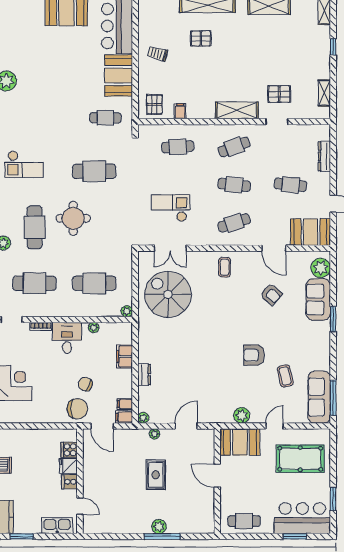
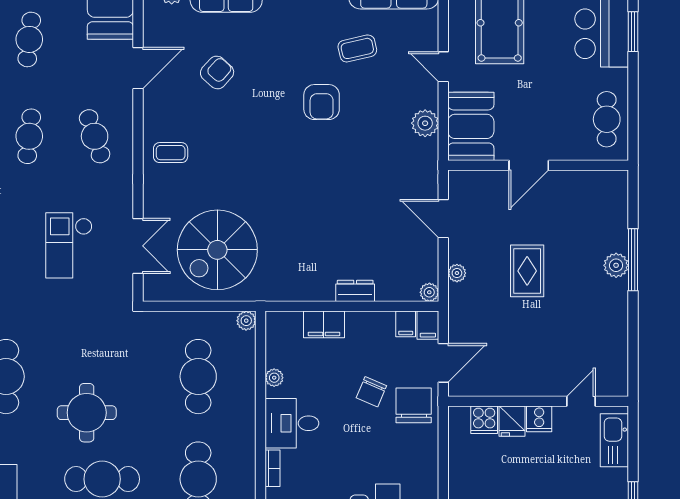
rug: (156, 475) -> (527, 271), turned 90

